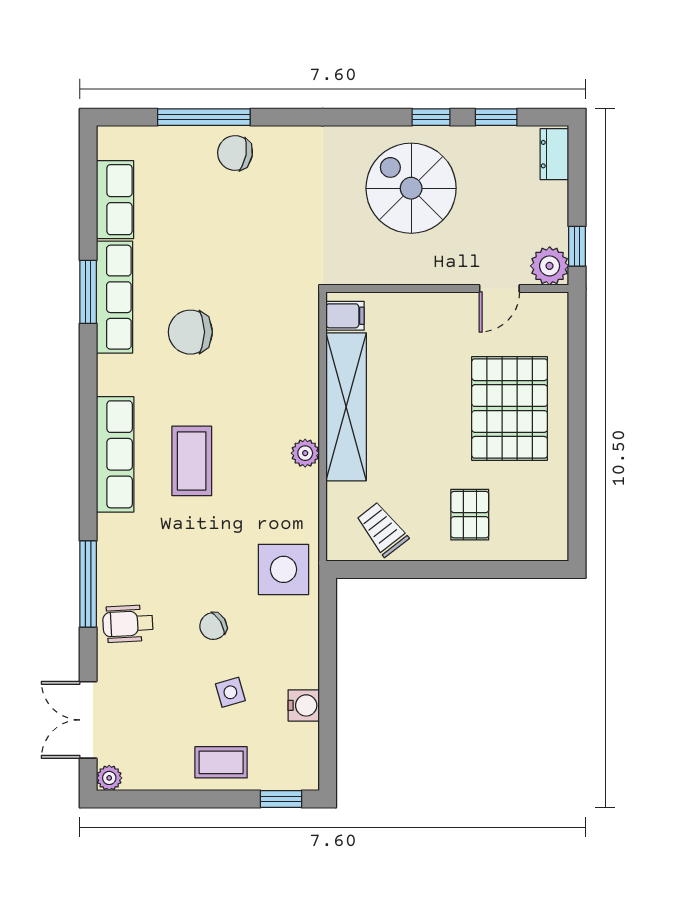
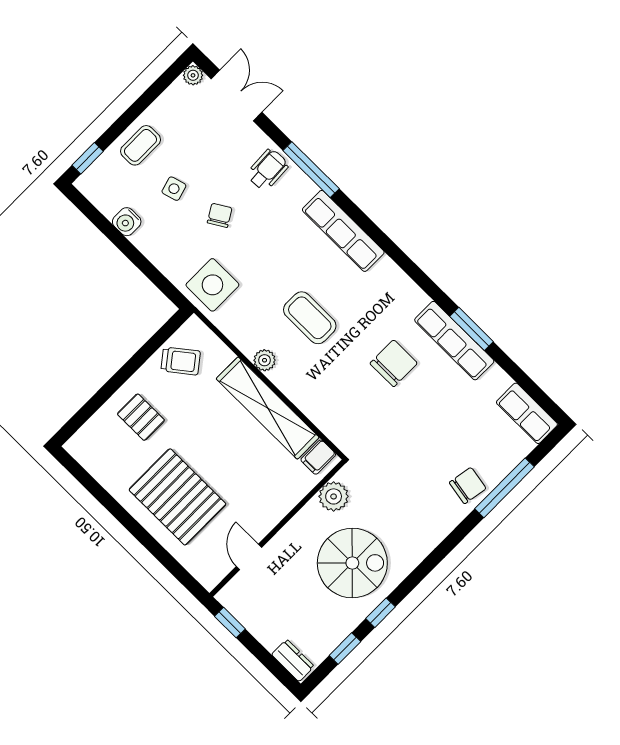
row of seats: (115, 200) -> (527, 413), moved
plant: (550, 266) -> (334, 496), moved
row of seats: (115, 454) -> (343, 231), moved
coffee table: (192, 461) -> (310, 318), moved

